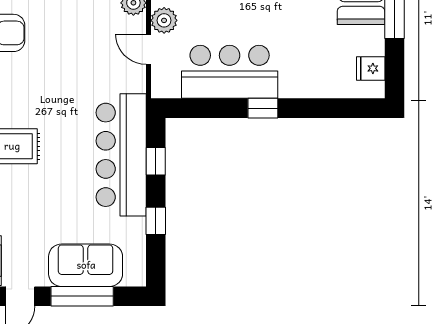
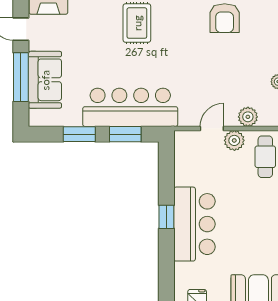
bar counter: (230, 72) -> (194, 224), moved
window: (156, 161) -> (125, 134), width x1.50
window: (156, 221) -> (79, 134), width x1.50

